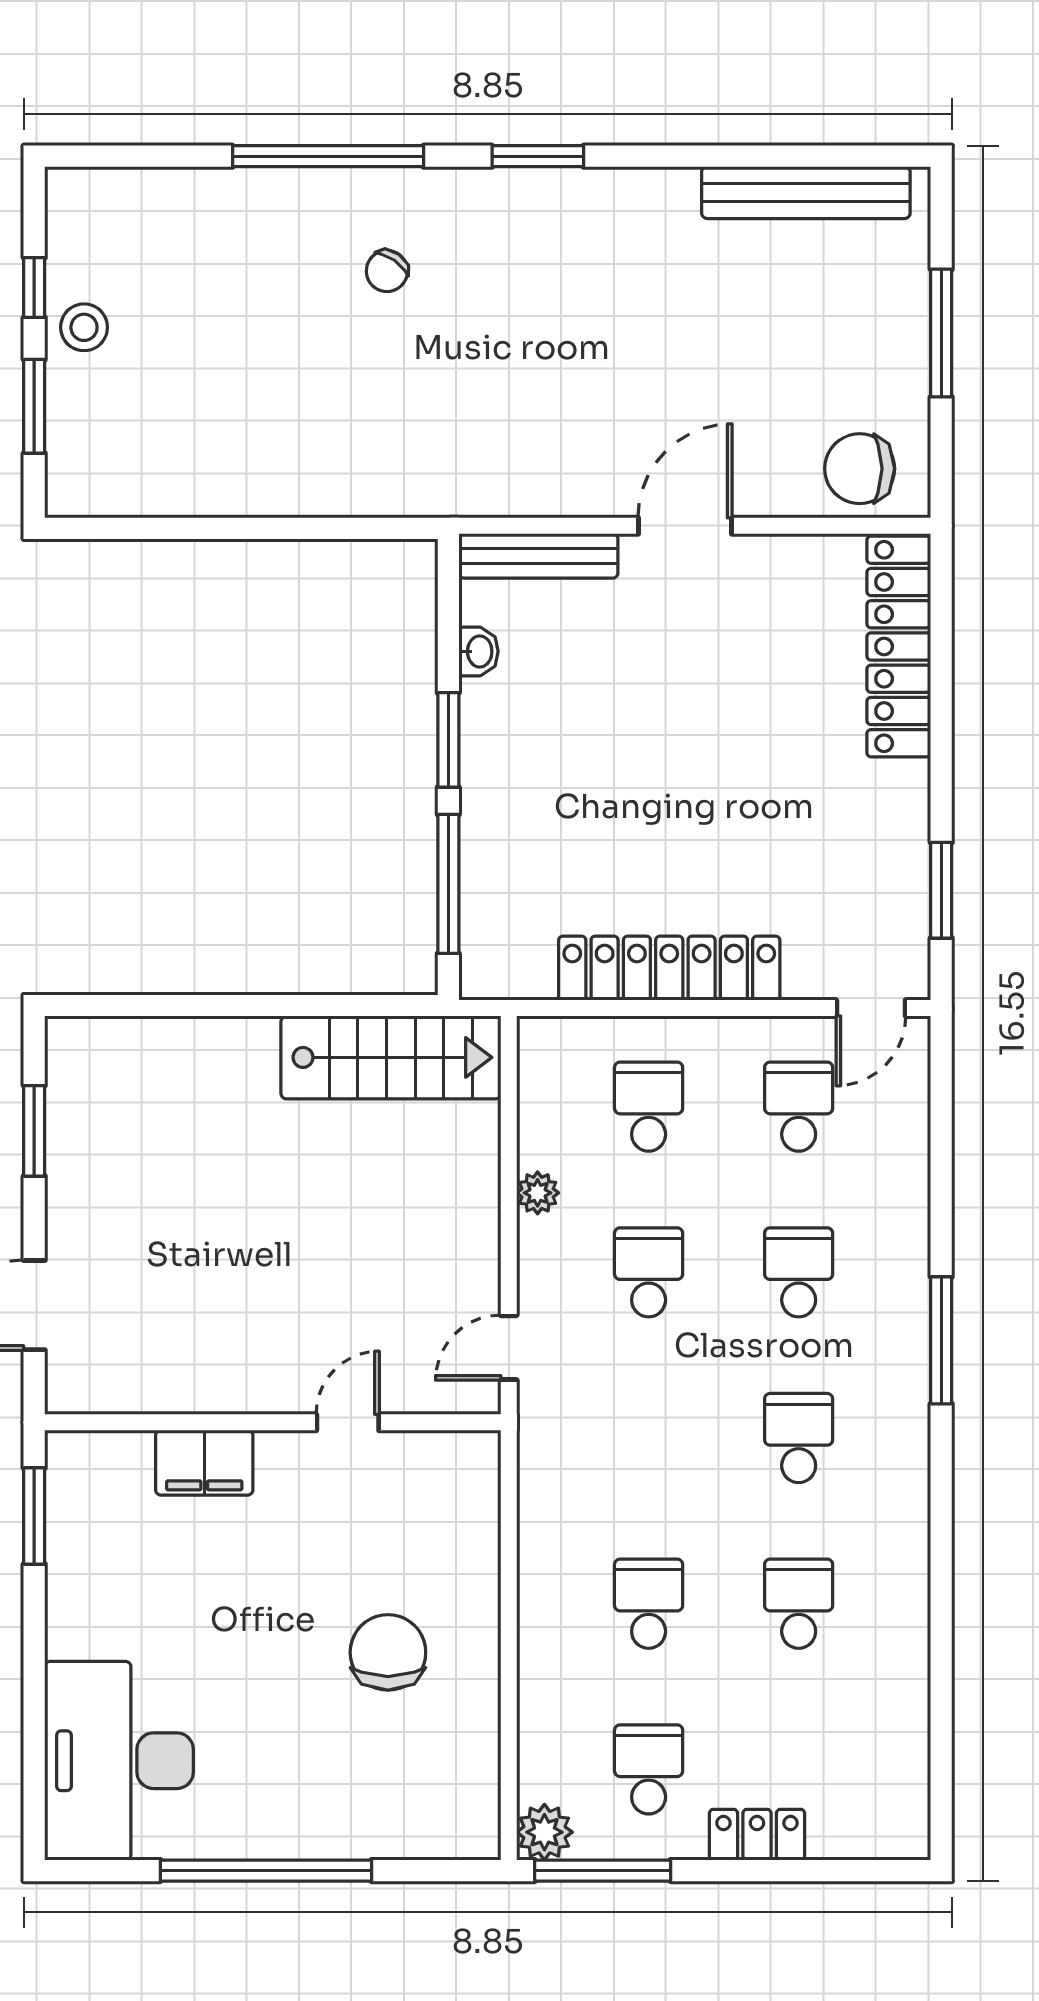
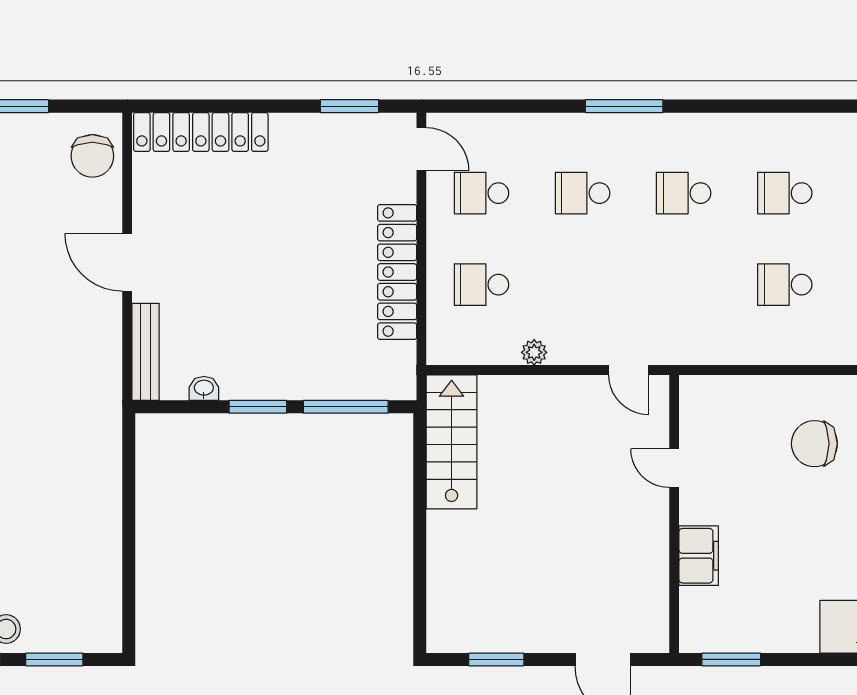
school desk: (649, 1272) -> (583, 285), removed

